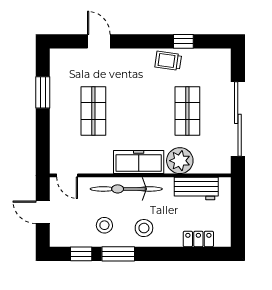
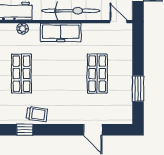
plant: (180, 161) -> (23, 29), width x0.53, depth x0.53

